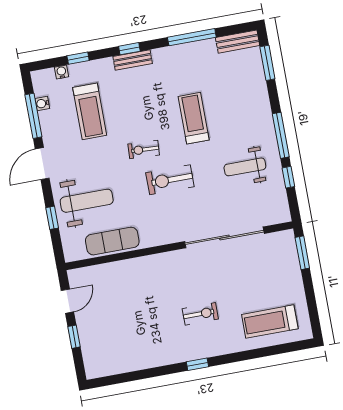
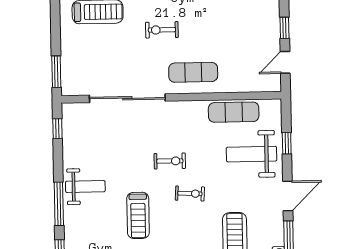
window: (281, 135) -> (59, 204), moved
weight bench: (245, 167) -> (85, 186), moved
window: (288, 177) -> (57, 129), moved
exercise bike: (170, 180) -> (170, 161), width x0.73, depth x0.72
exercise mat: (161, 275) -> (193, 72), added

